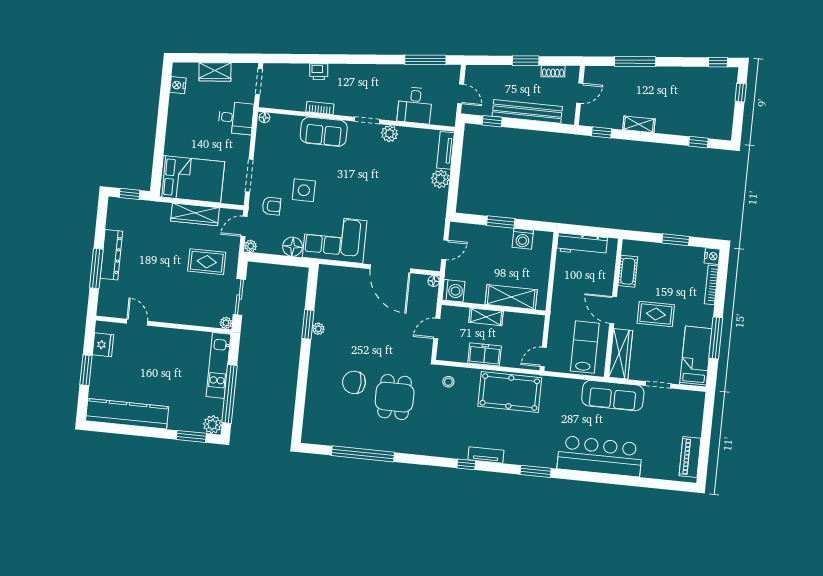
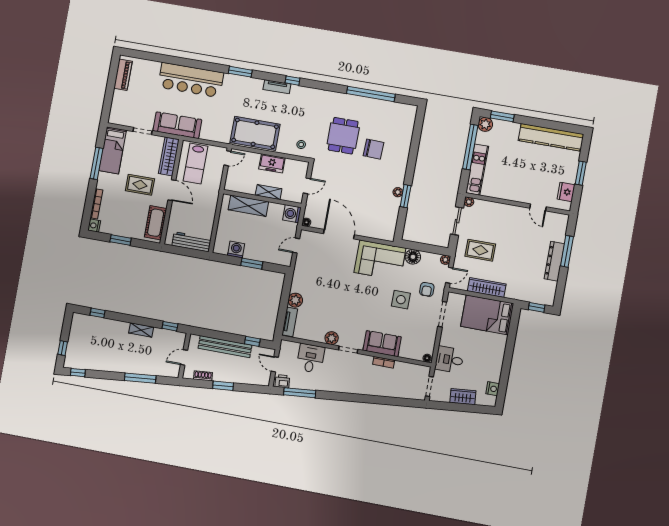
printer: (319, 72) -> (282, 381), moved
armchair: (271, 206) -> (427, 289), turned -90
cot: (628, 271) -> (156, 223), width x1.37, depth x1.34

